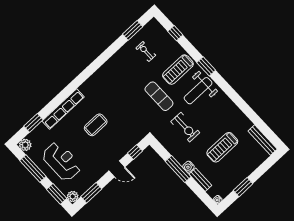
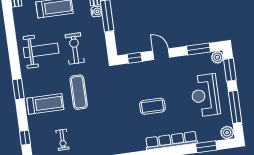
weight bench: (198, 91) -> (41, 50), moved

